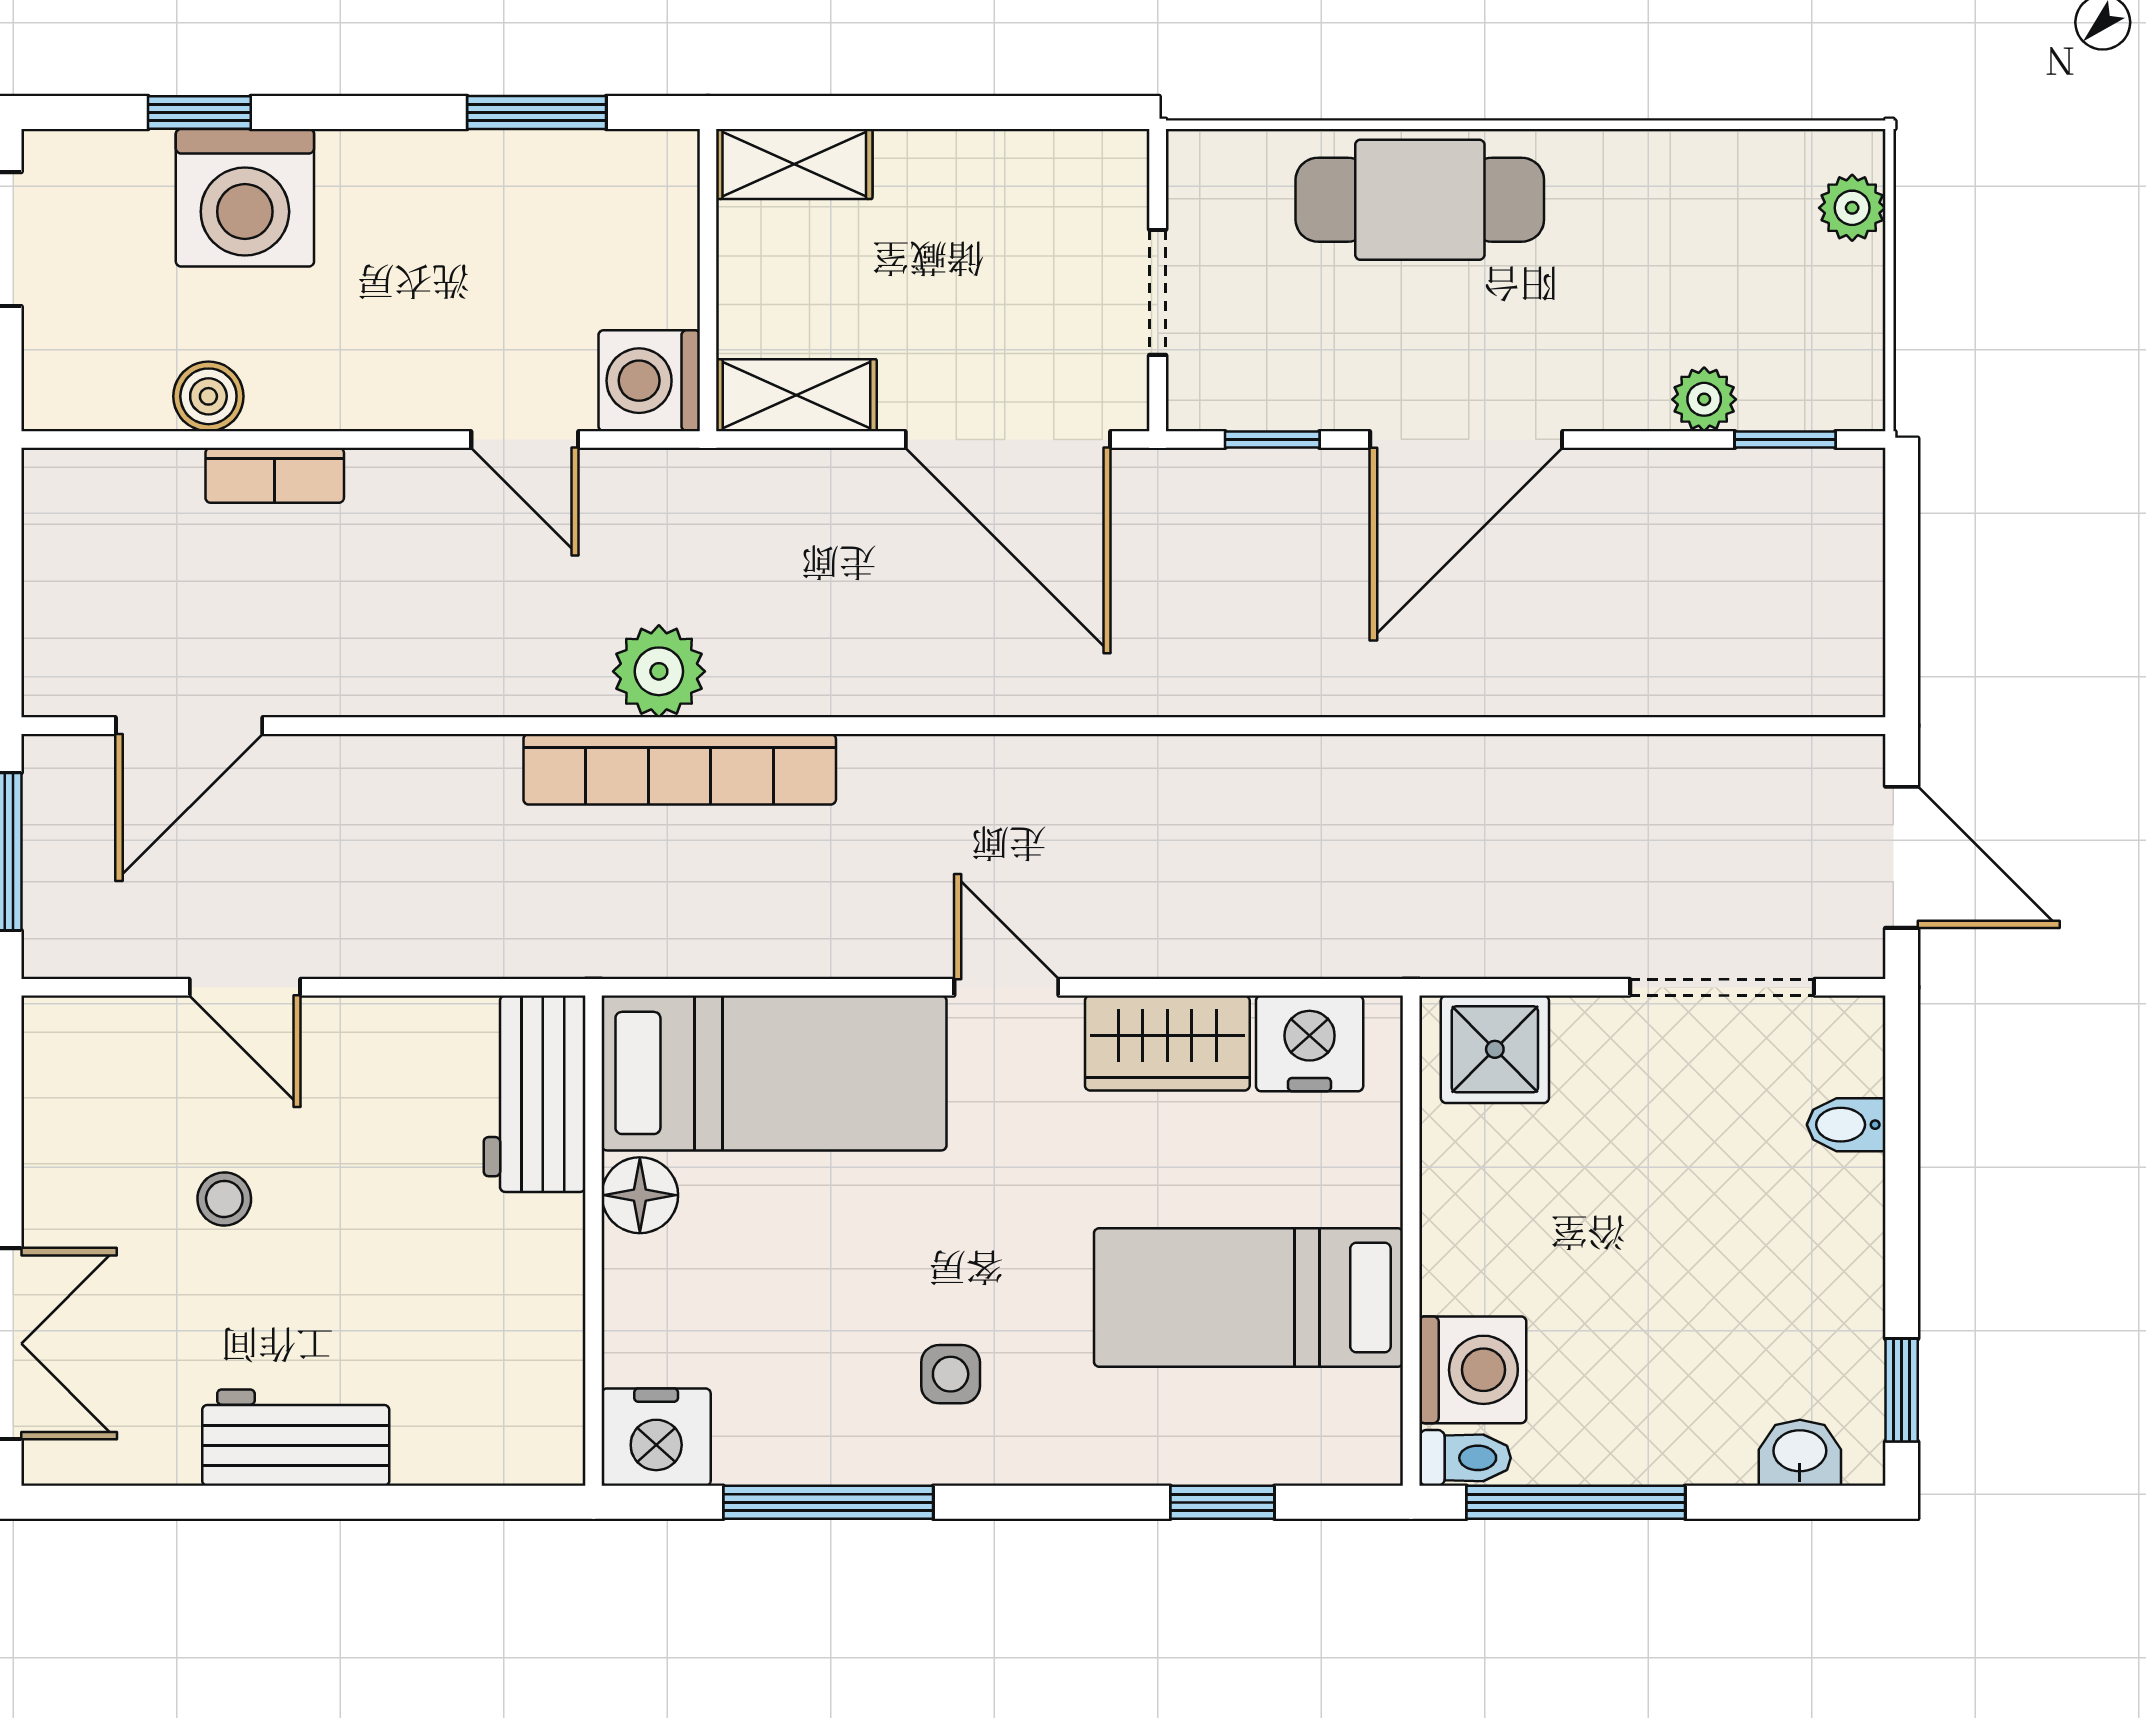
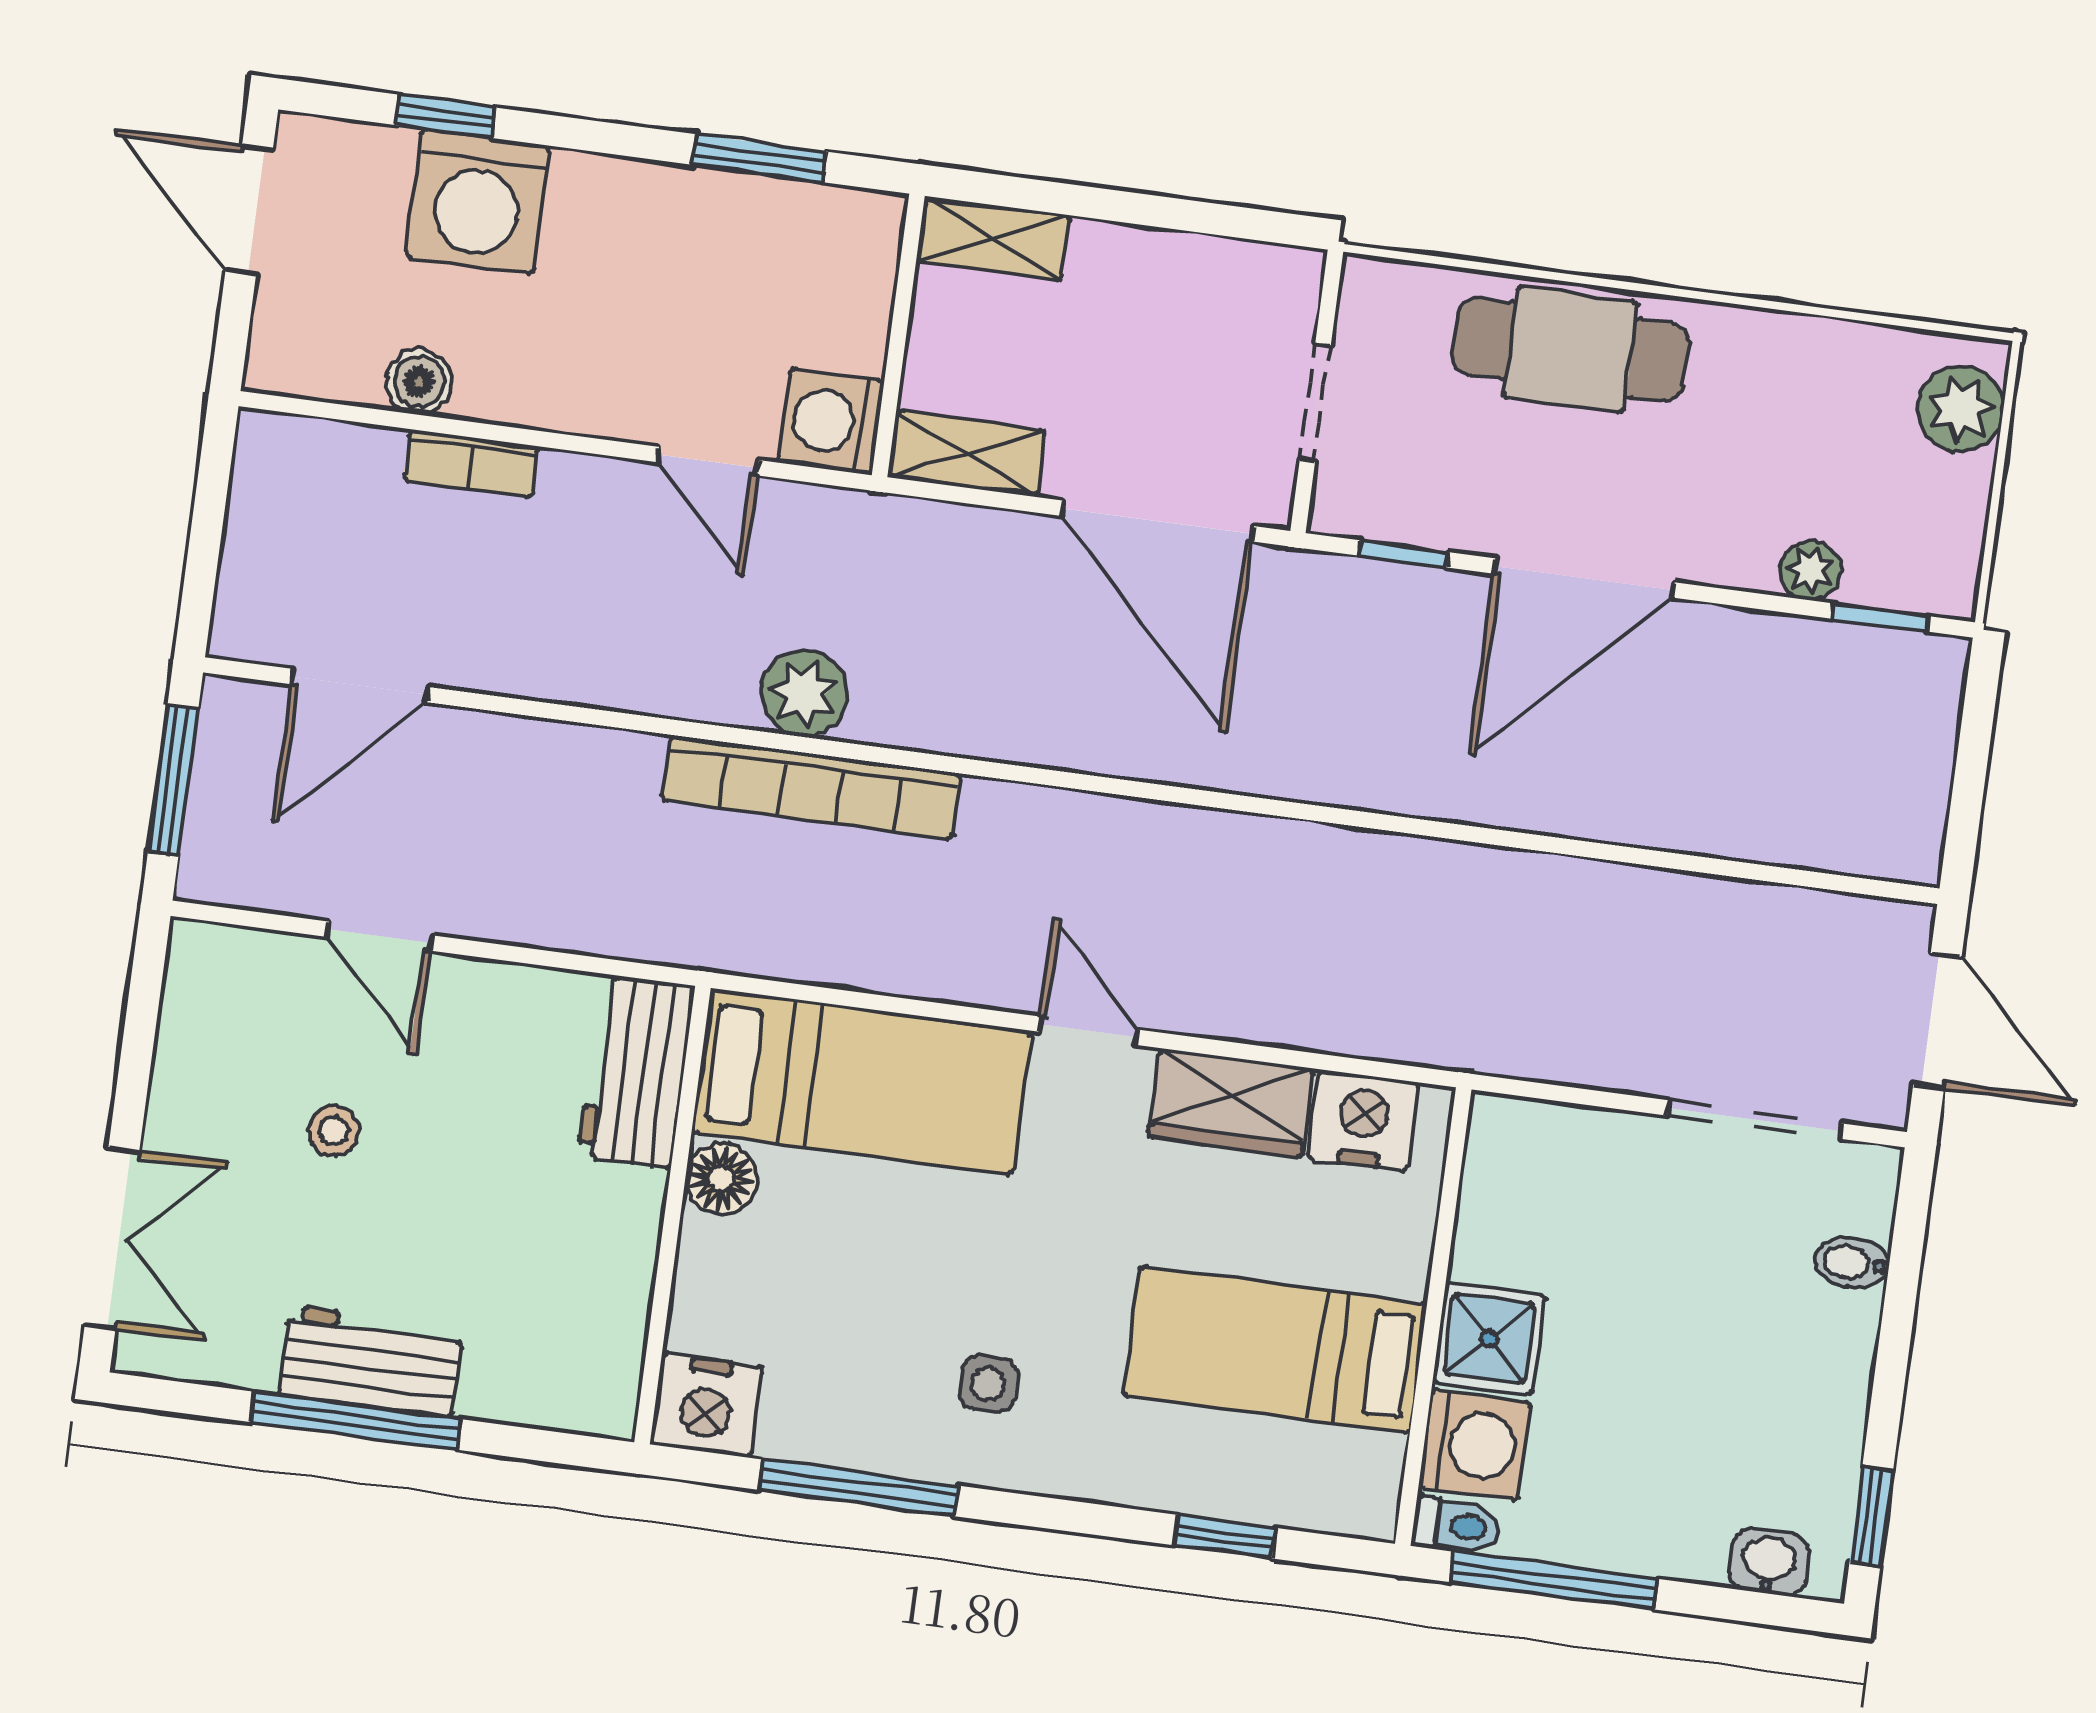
plant: (1852, 208) -> (1960, 409), width x1.38, depth x1.38
shower: (1495, 1049) -> (1489, 1339), moved
window: (288, 1502) -> (356, 1421), added

